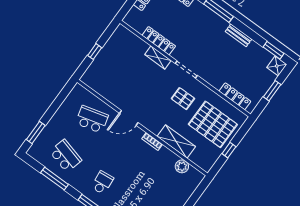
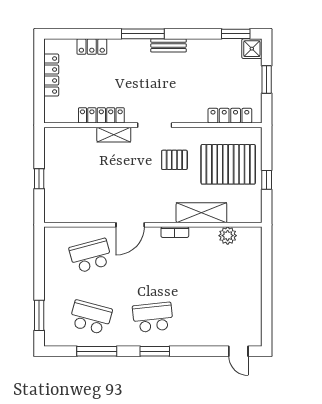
bench: (239, 35) -> (168, 45), moved
school desk: (102, 183) -> (153, 317), width x1.85

